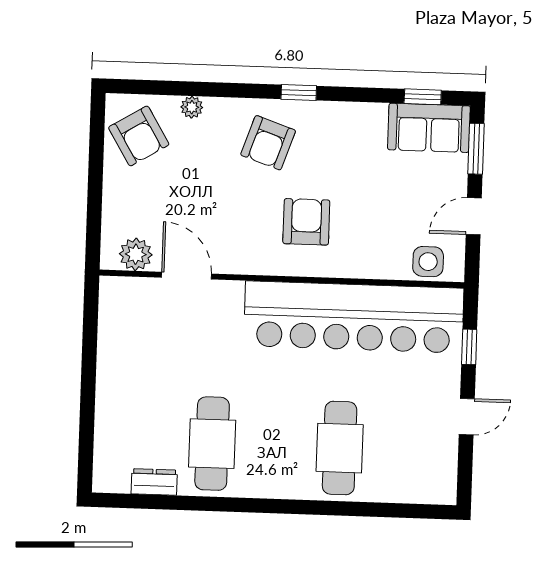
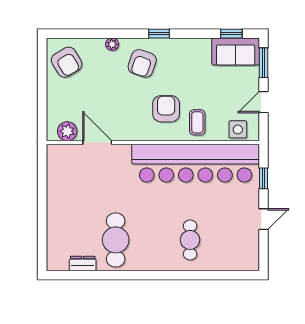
plant: (192, 107) -> (112, 44), moved
coffee table: (359, 247) -> (197, 122), added
cafe table: (340, 448) -> (190, 240), width x0.73, depth x0.74

